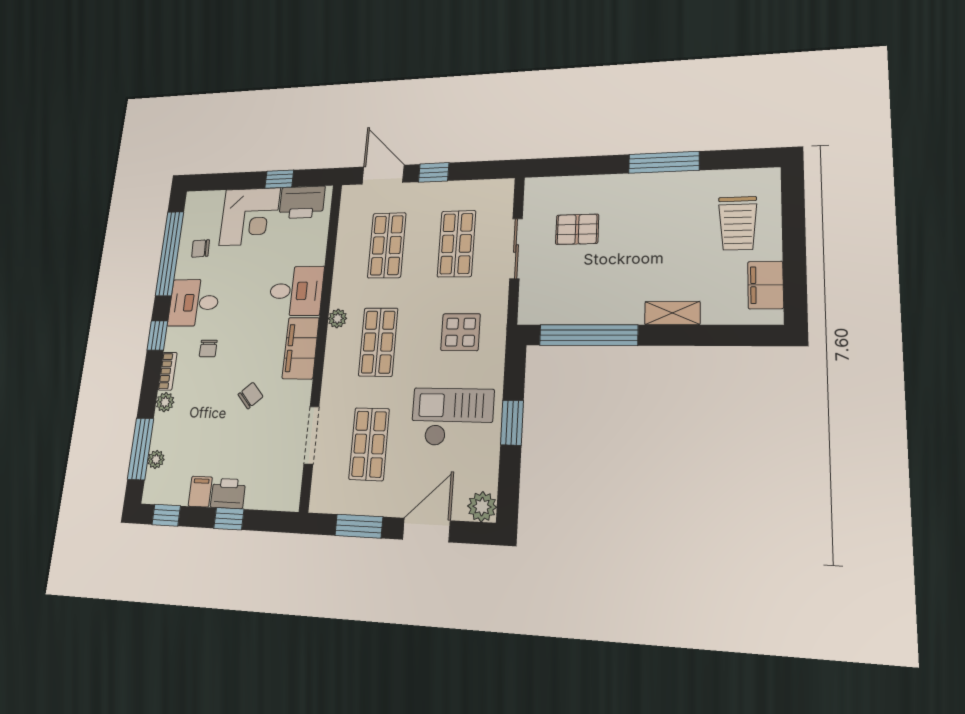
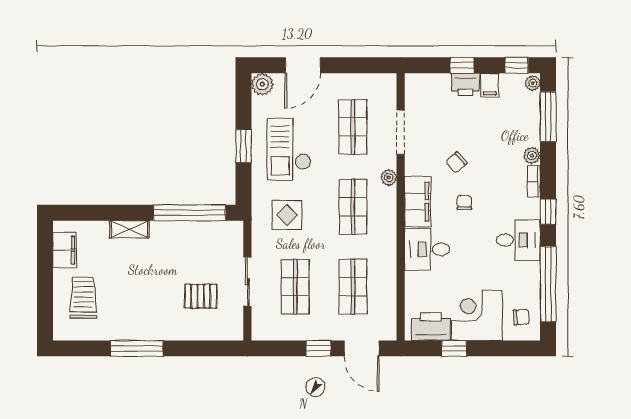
chair: (201, 248) -> (521, 317), moved
plant: (338, 319) -> (389, 177), moved
chair: (208, 348) -> (464, 203), moved
checkout: (452, 417) -> (289, 149), turned 90
plant: (156, 459) -> (533, 83), moved
window: (359, 526) -> (355, 65), removed

